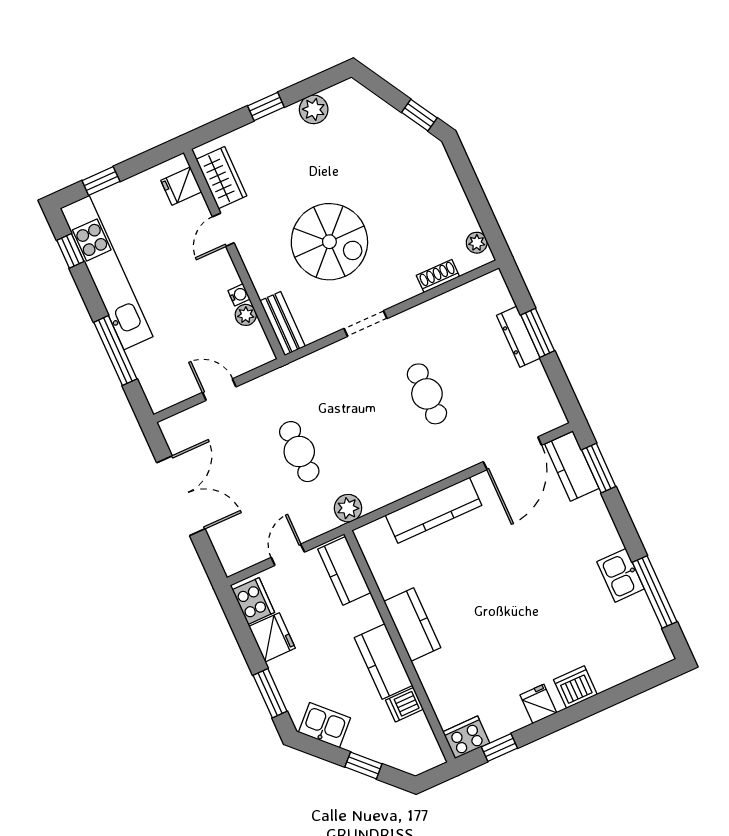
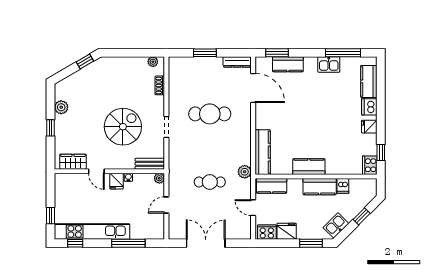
fridge: (181, 186) -> (117, 181), moved
plant: (246, 315) -> (159, 178), moved
dresser: (518, 337) -> (237, 62), moved
cafe table: (427, 394) -> (210, 114), width x1.37, depth x1.35
kitchen counter: (572, 466) -> (288, 64), moved
kitchen counter: (434, 510) -> (263, 152), moved
kitchen counter: (623, 665) -> (369, 81), added

